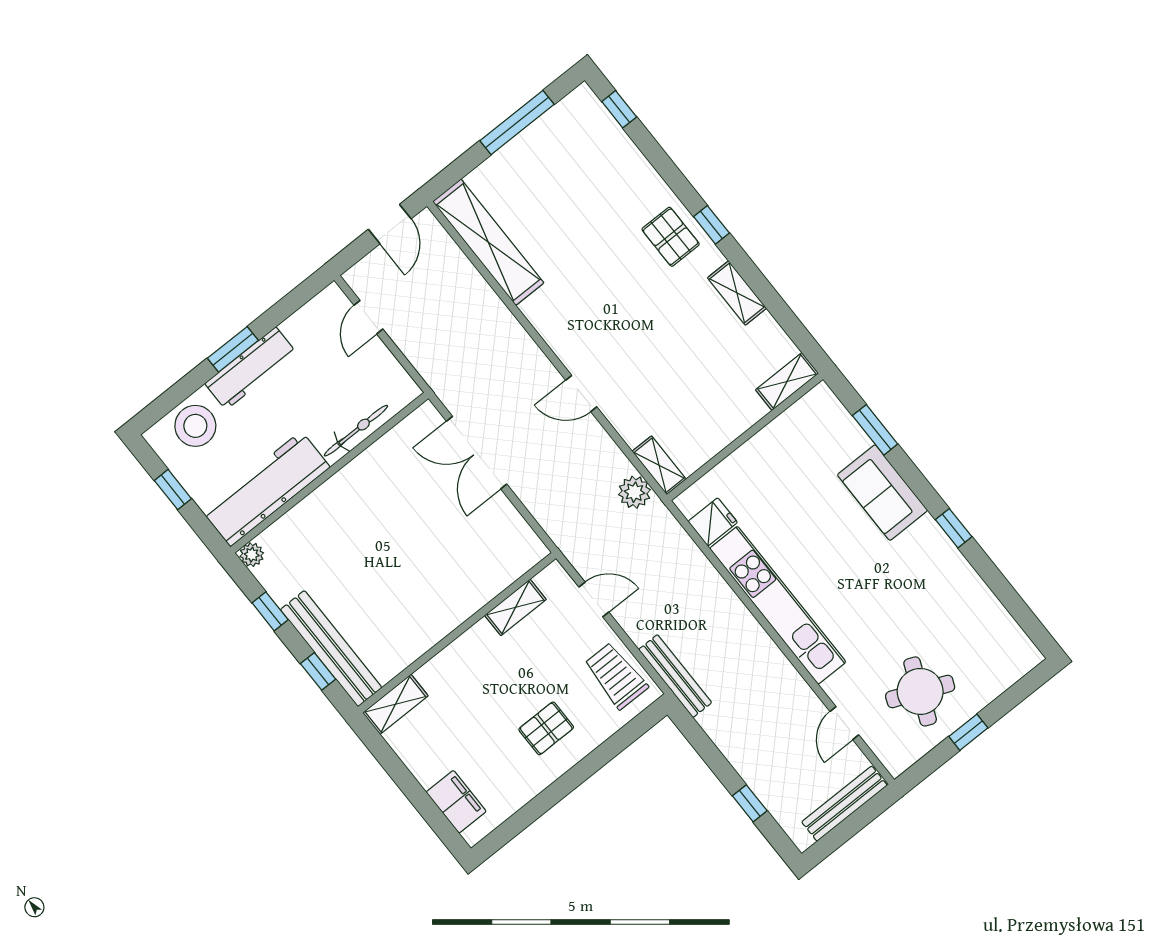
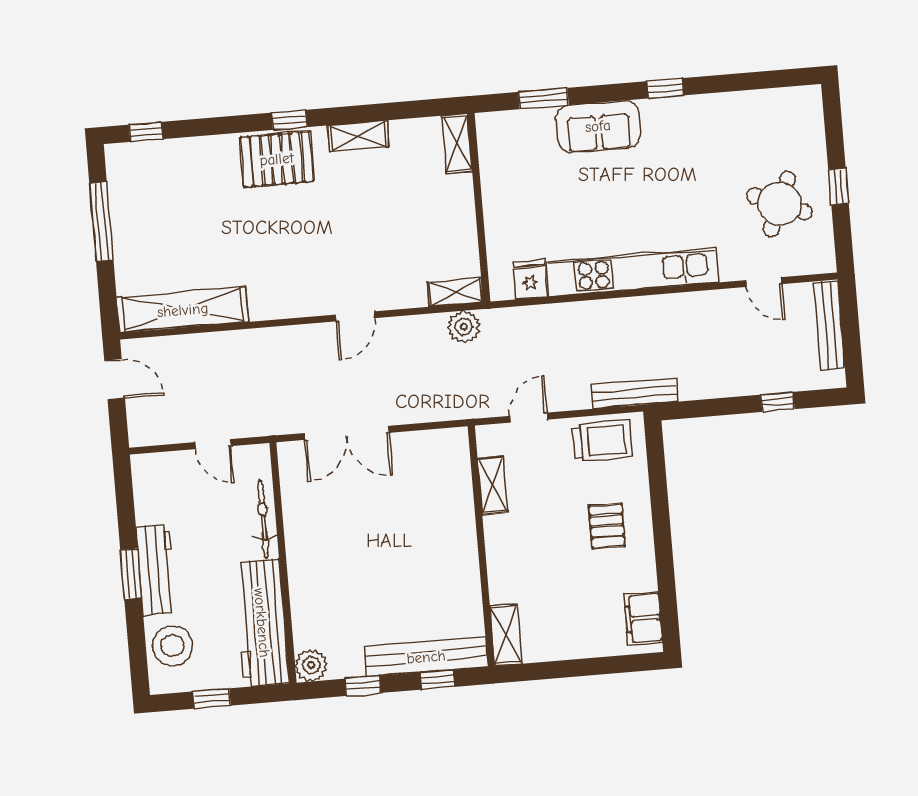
pallet: (671, 237) -> (277, 159), width x1.50, depth x1.42
door: (368, 317) -> (213, 444), moved
plant: (252, 555) -> (311, 665), width x1.38, depth x1.38
trolley: (616, 676) -> (602, 441), turned 180
filing cabinet: (456, 802) -> (643, 618), moved, turned -90

